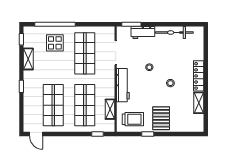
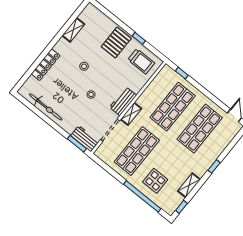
workbench: (143, 32) -> (85, 139), moved
locker: (199, 76) -> (46, 65), moved
workbench: (123, 85) -> (123, 101), width x0.73
shelving: (110, 109) -> (131, 114), moved
trolley: (133, 119) -> (141, 61), turned 180

